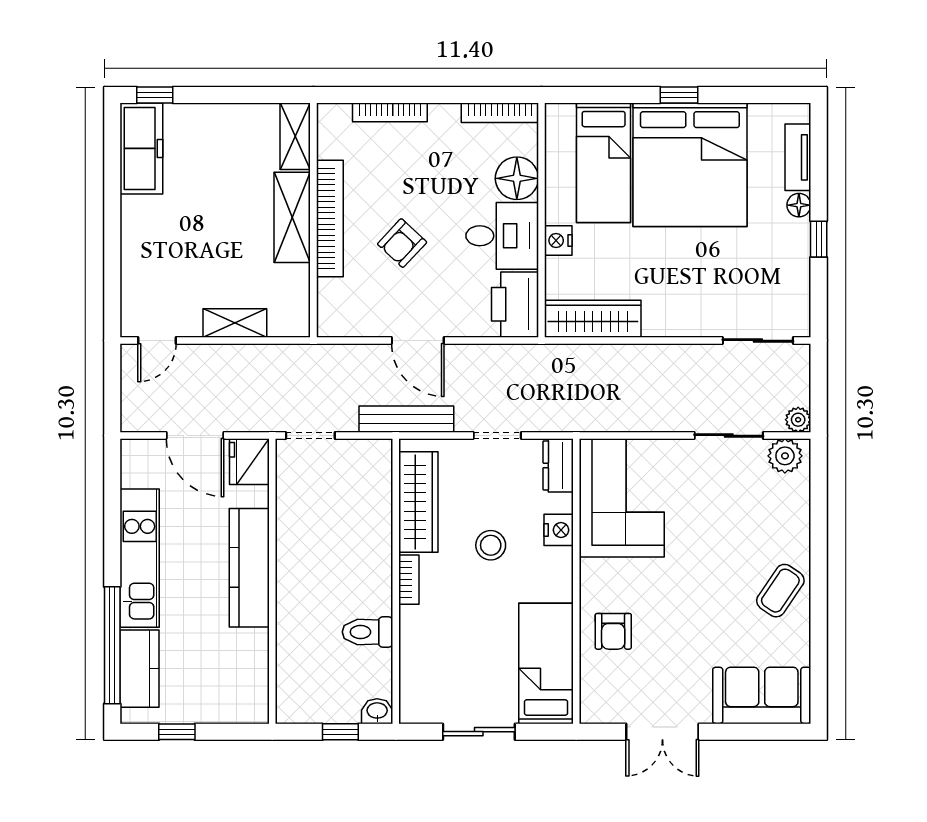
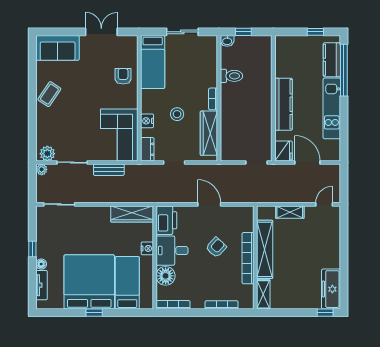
shelving: (292, 217) -> (265, 249), width x1.47
bench: (406, 419) -> (109, 170), moved, width x0.73

